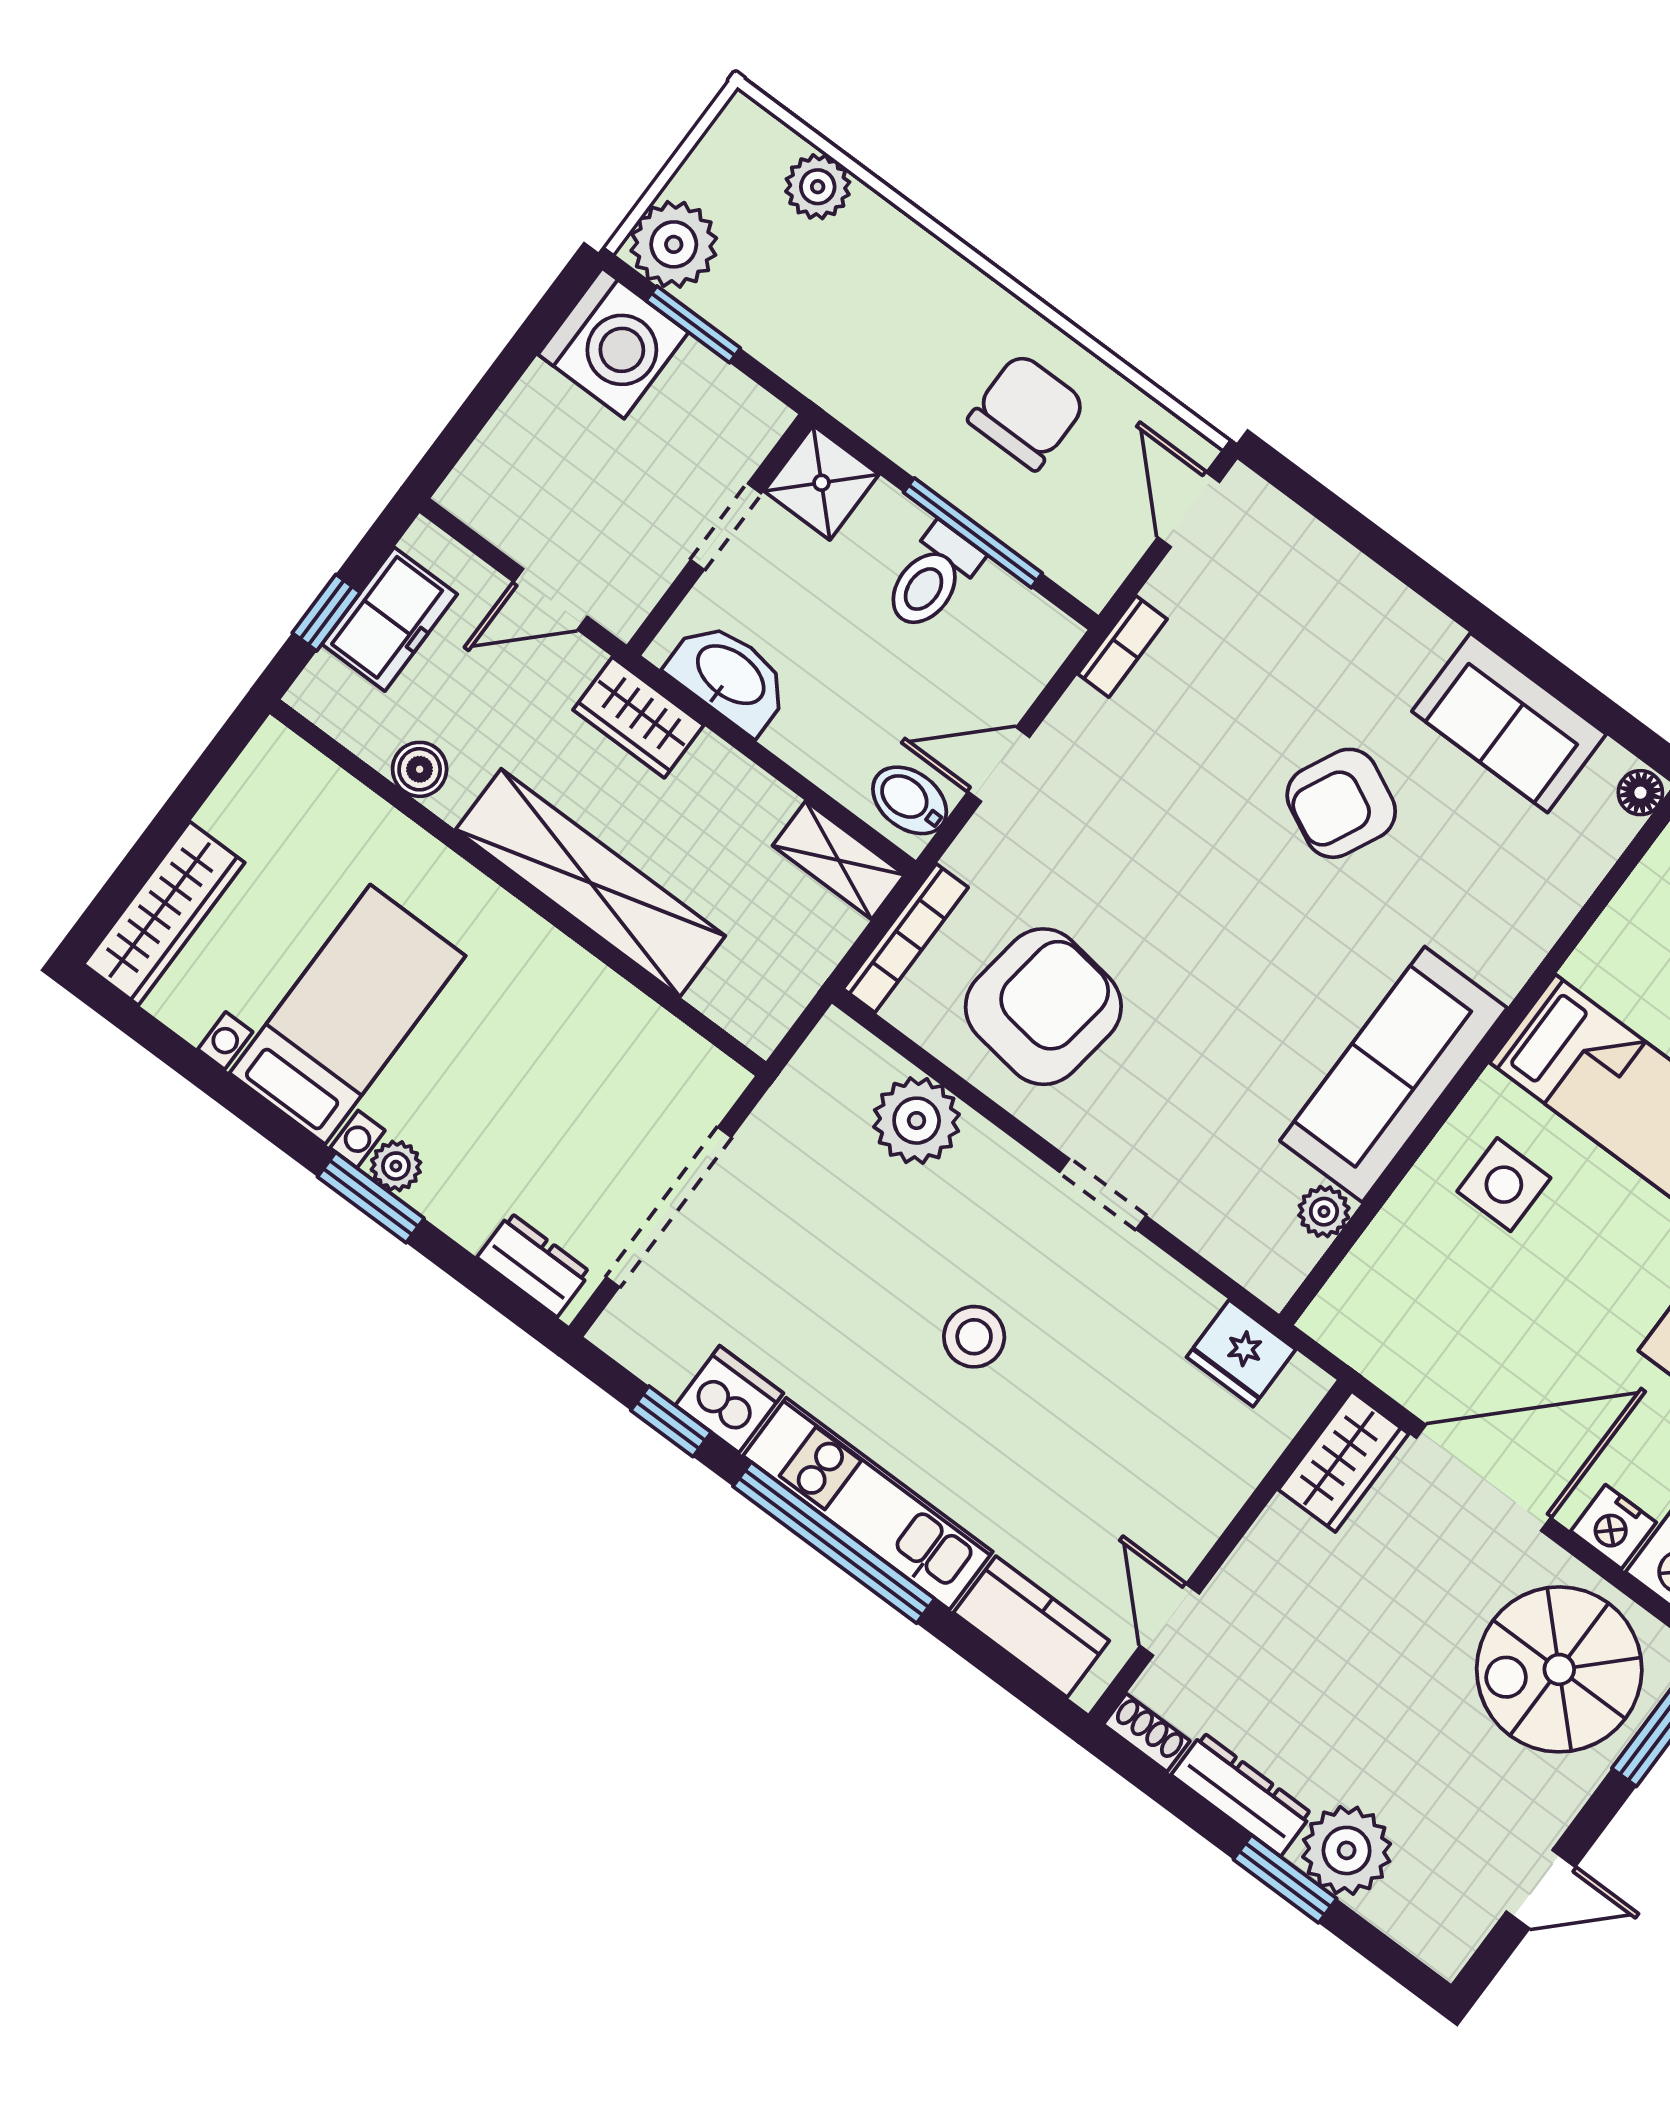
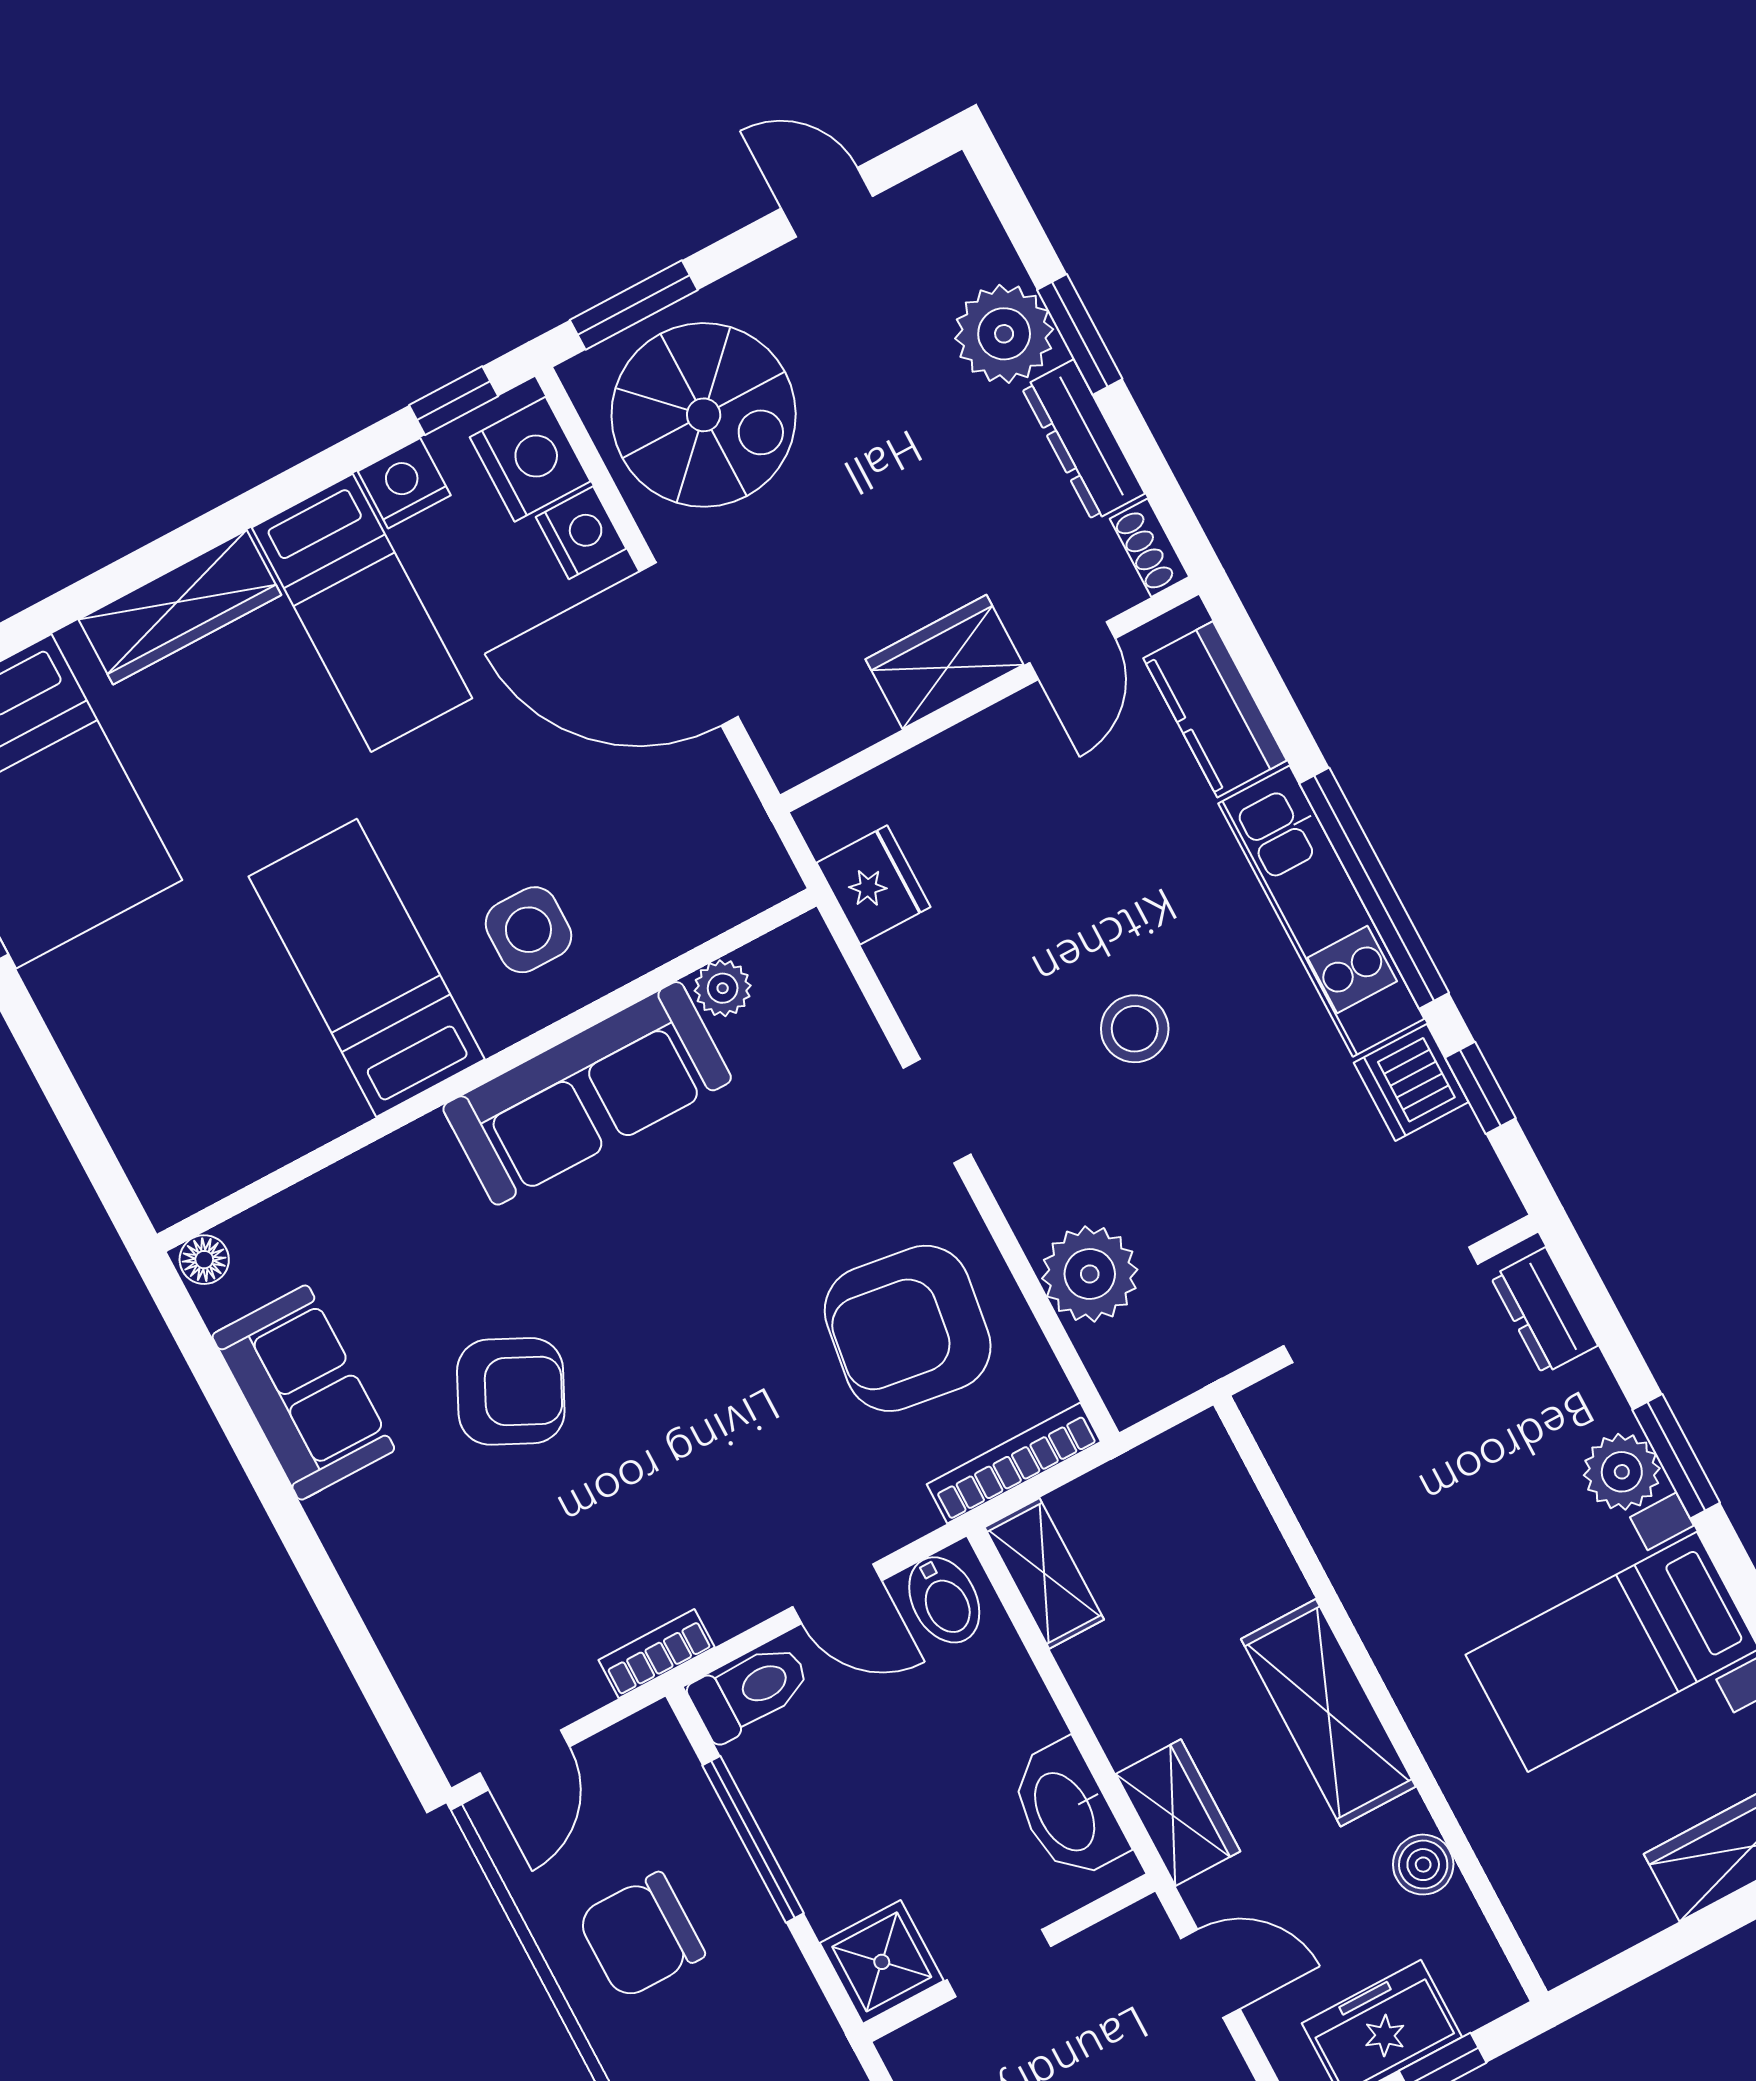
toilet: (932, 578) -> (750, 1691), moved
shelving: (590, 883) -> (1328, 1713), width x0.68
plant: (396, 1166) -> (1622, 1472), width x1.38, depth x1.38
wardrobe: (1343, 1462) -> (944, 662), moved

